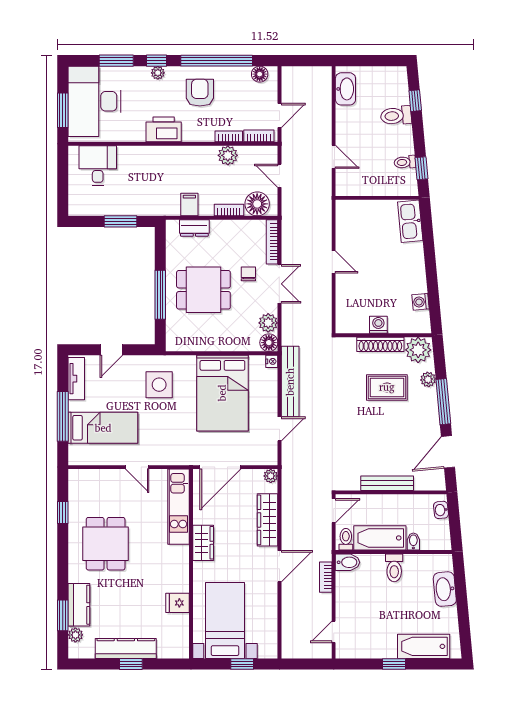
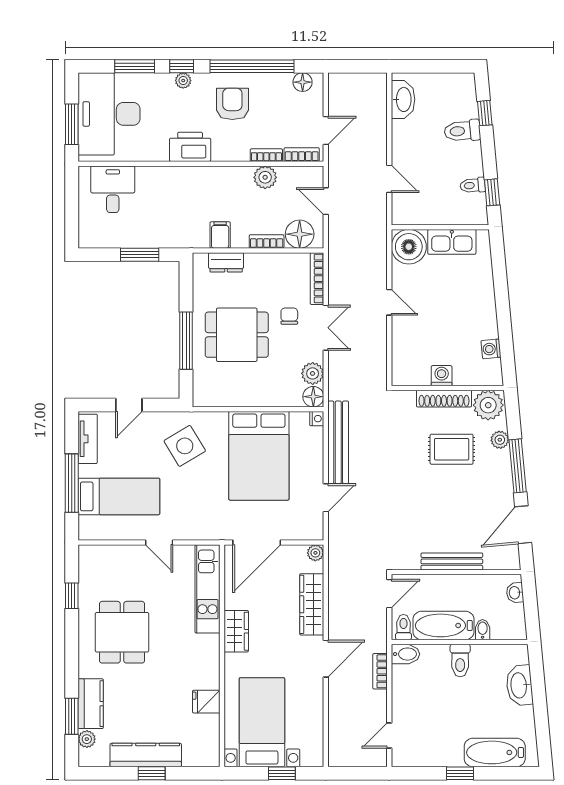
boiler: (350, 215) -> (409, 247), added
kitchen sink: (410, 221) -> (452, 242), moved, turned -85
side table: (159, 385) -> (185, 446), turned -31

